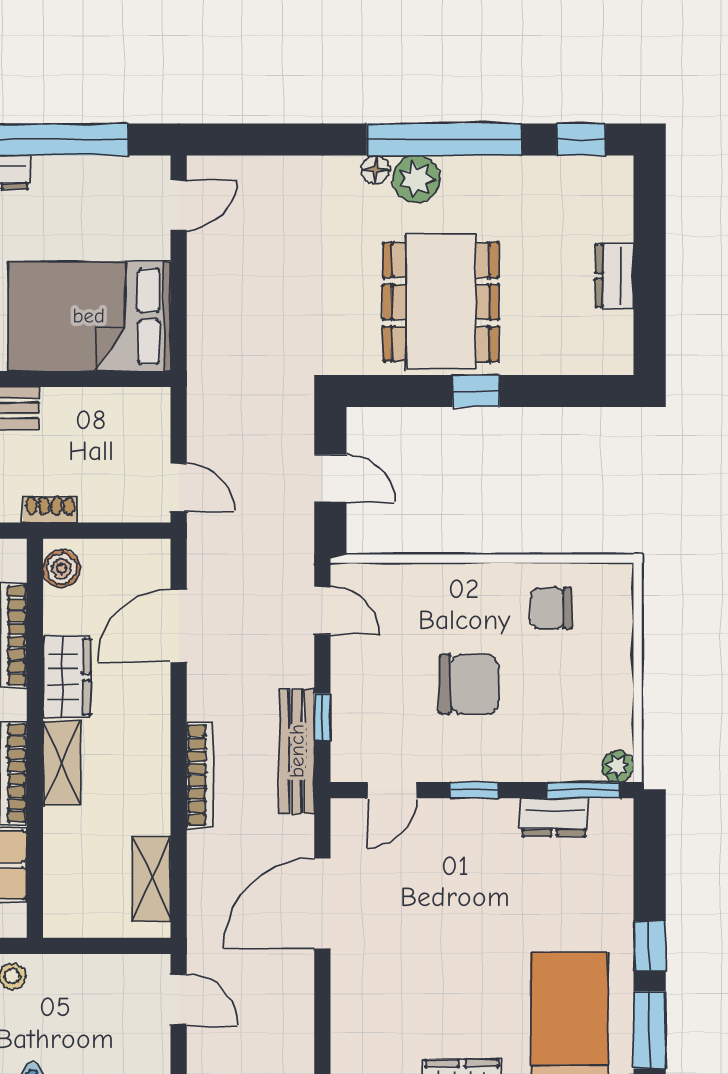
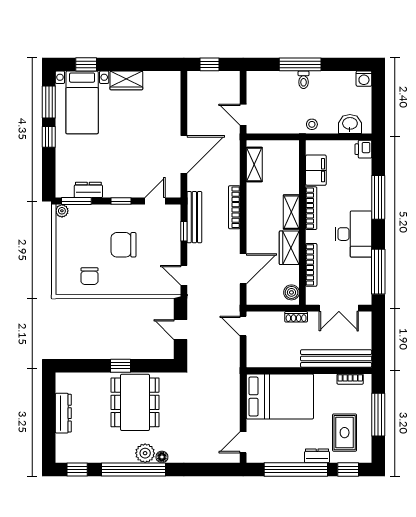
dresser: (615, 276) -> (63, 413), width x1.44
chair: (551, 608) -> (89, 276), turned 90

